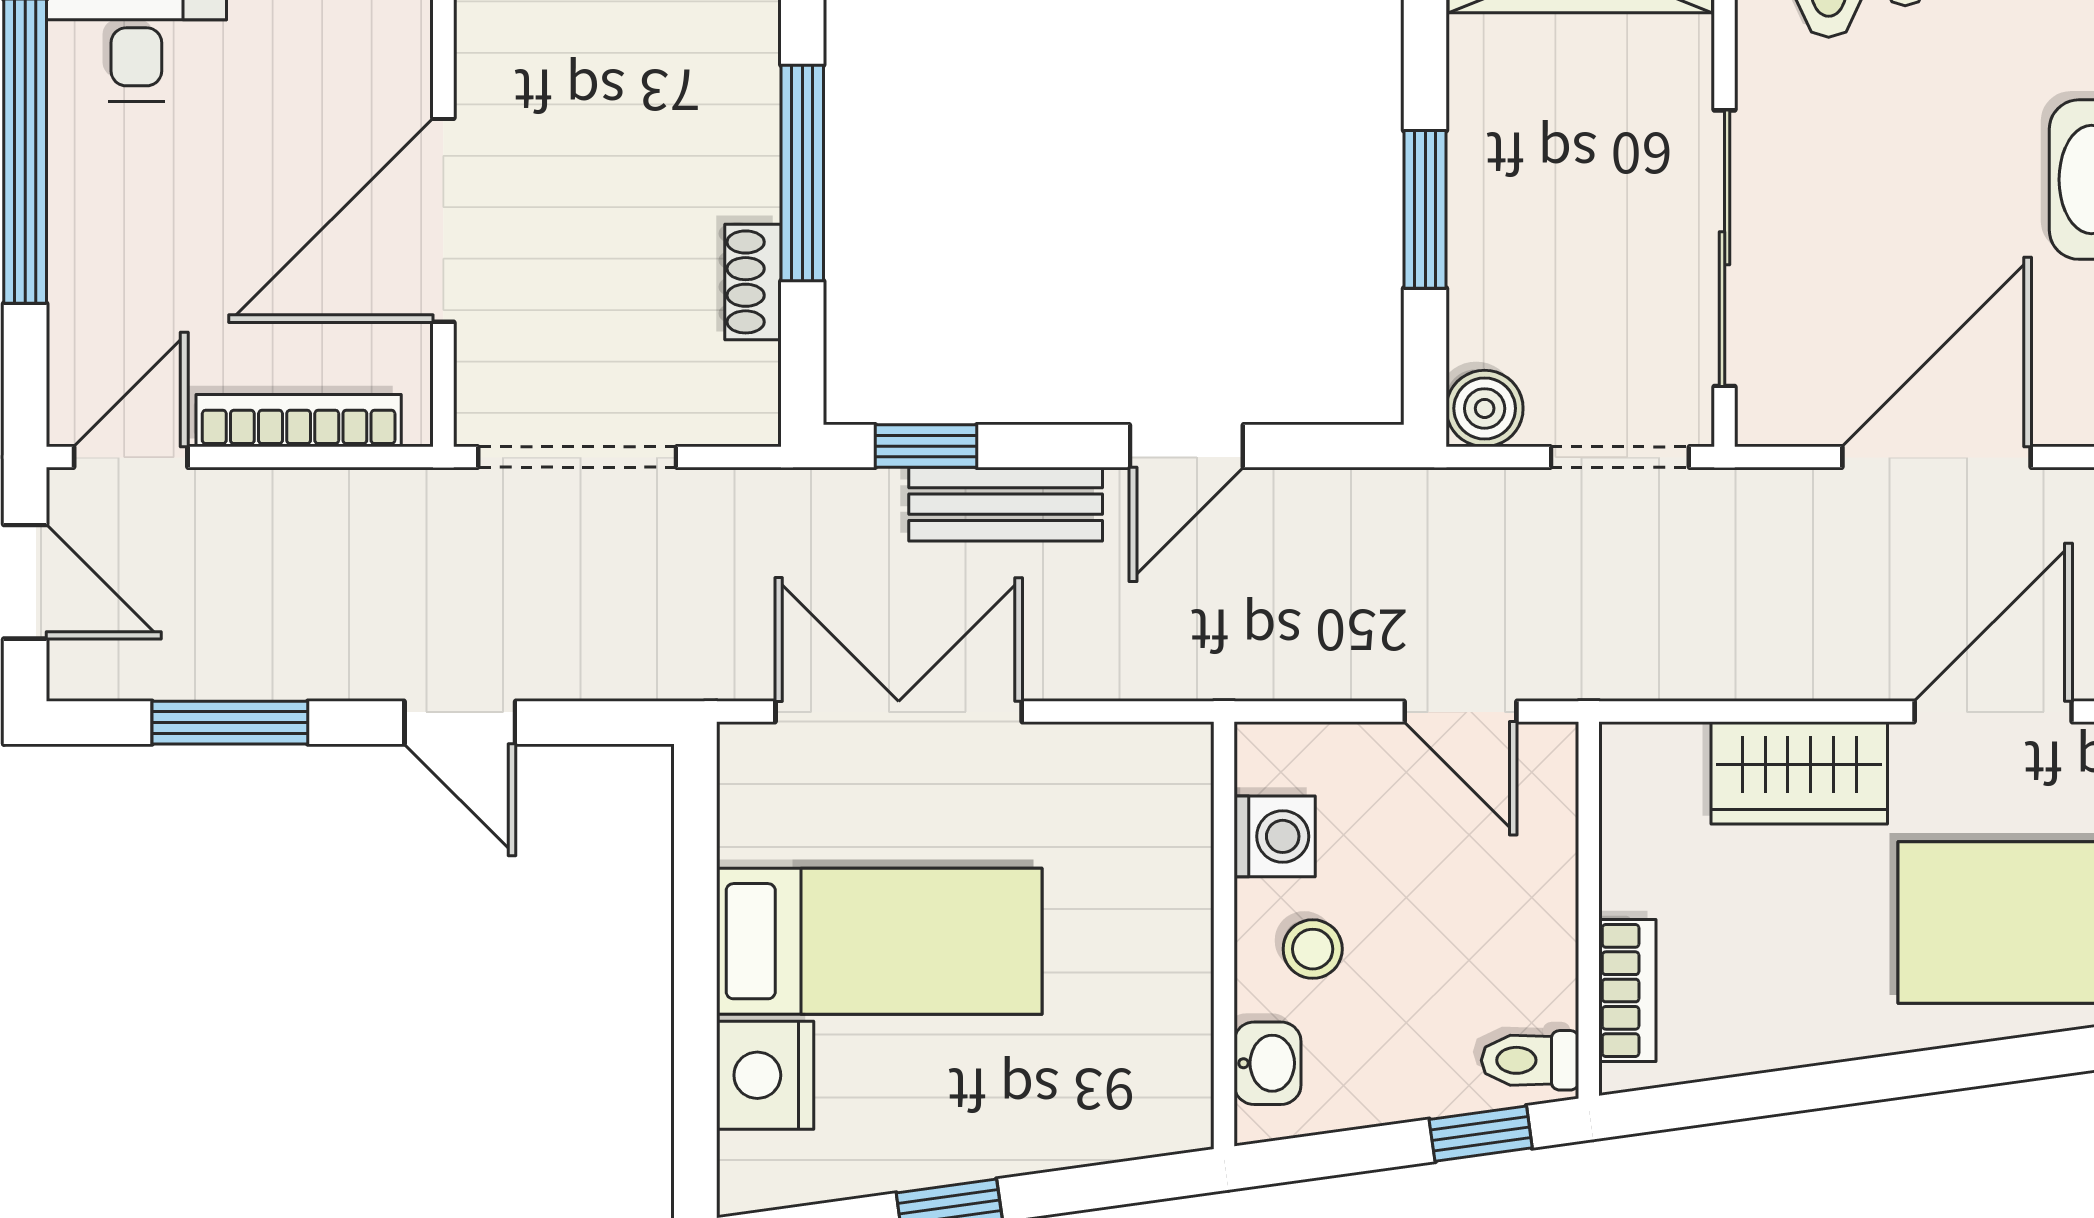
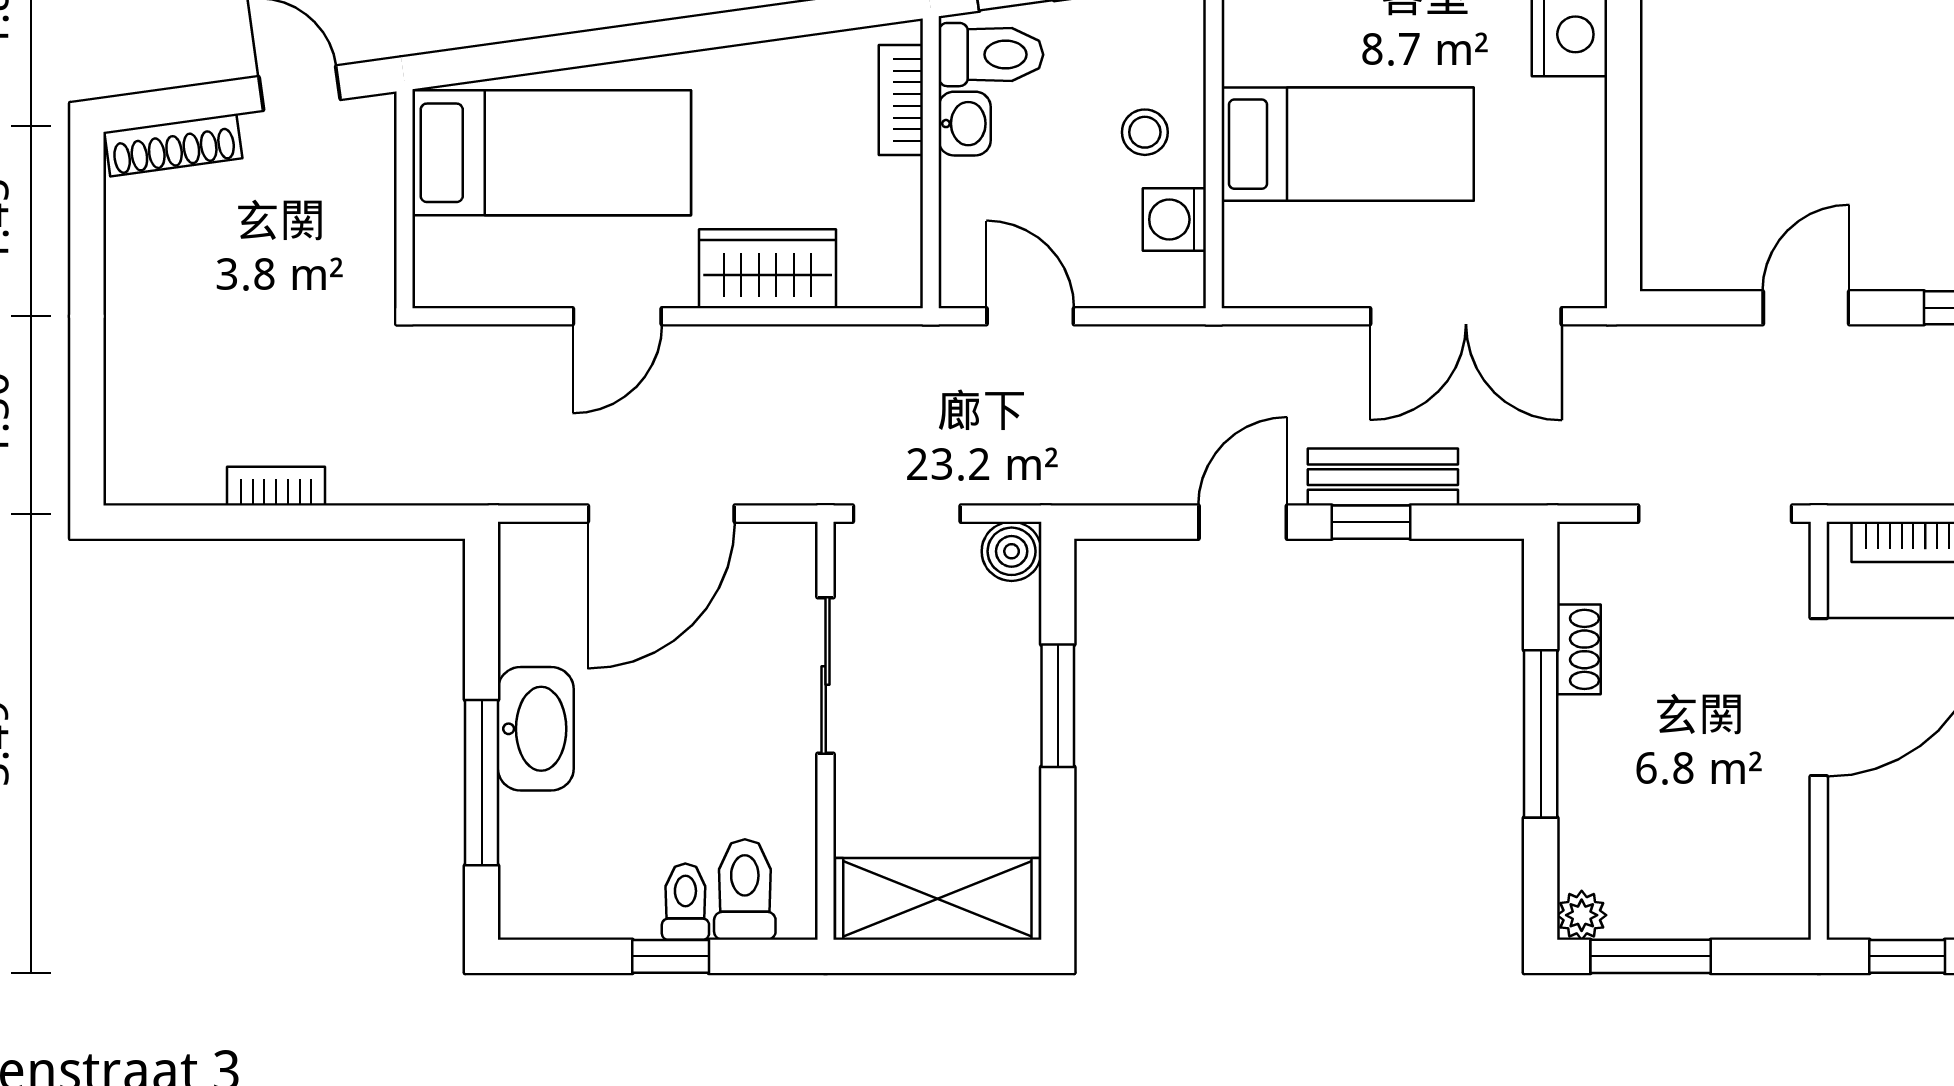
sliding door: (1725, 248) -> (826, 676), width x0.73
window: (926, 446) -> (1371, 522), moved
door: (1993, 712) -> (617, 316), width x0.73
door: (460, 723) -> (1806, 308), hinge flipped
bed: (879, 941) -> (1348, 144), moved, turned 180
toilet: (1530, 1060) -> (991, 55), width x1.37, depth x1.39
washbasin: (1268, 1063) -> (965, 124), moved, turned 180

